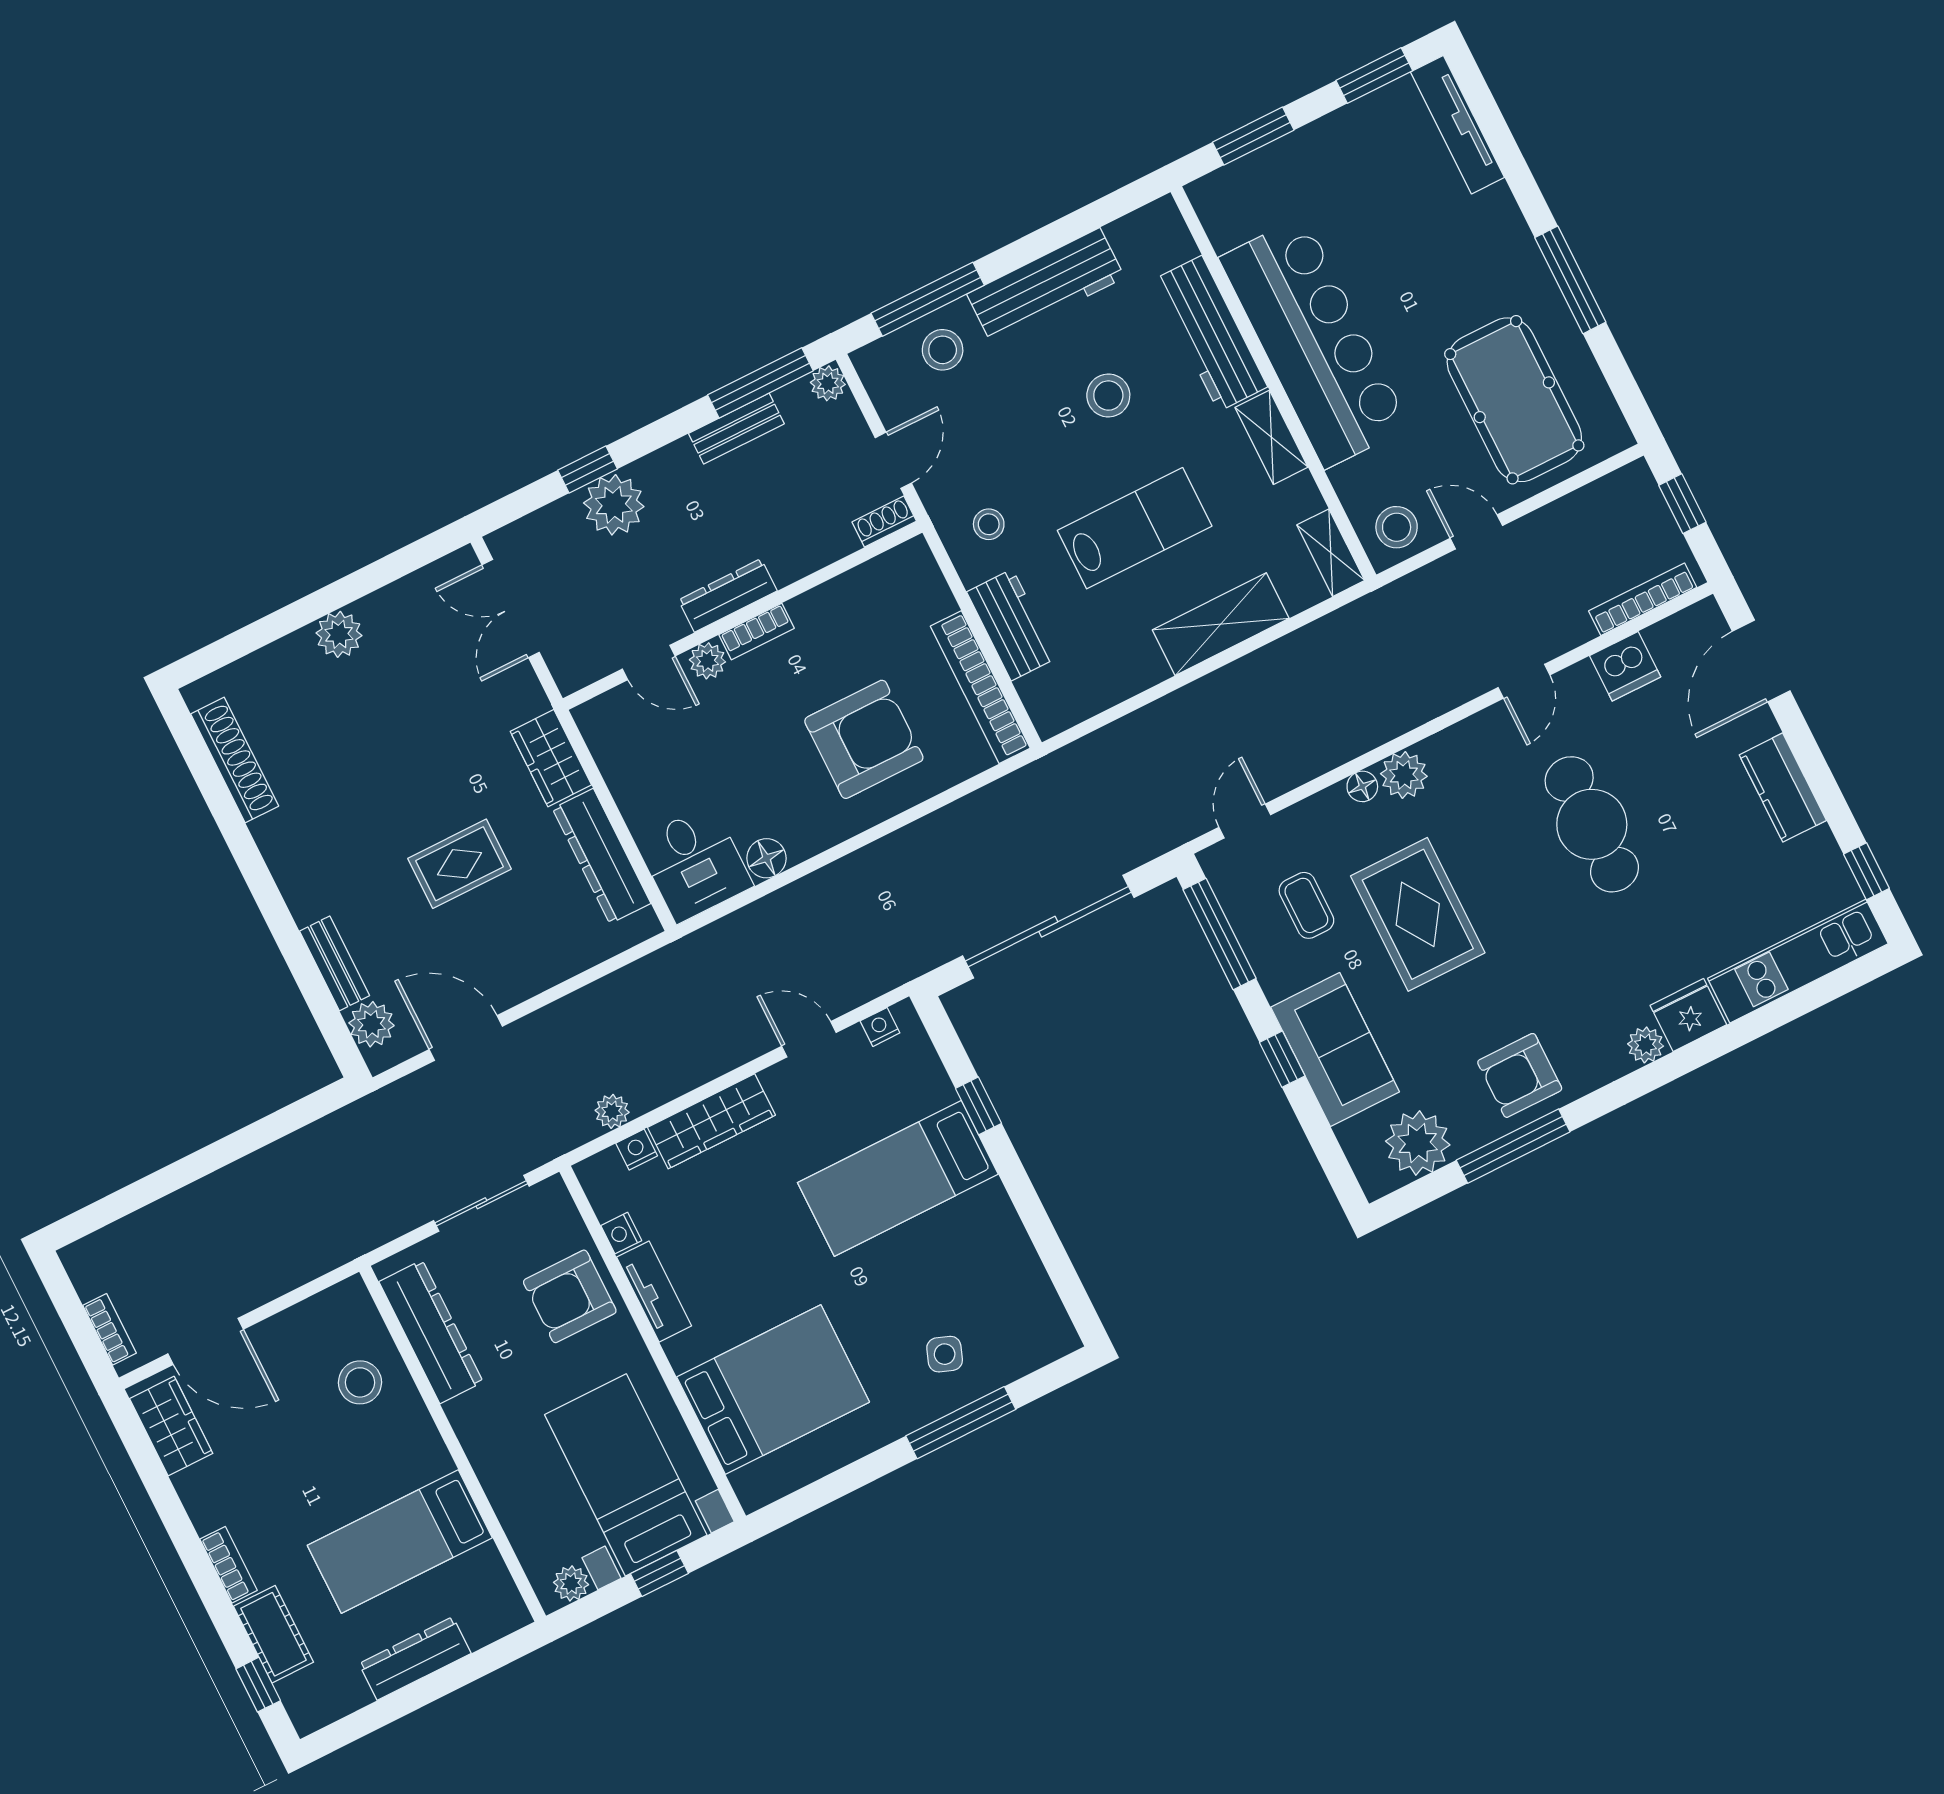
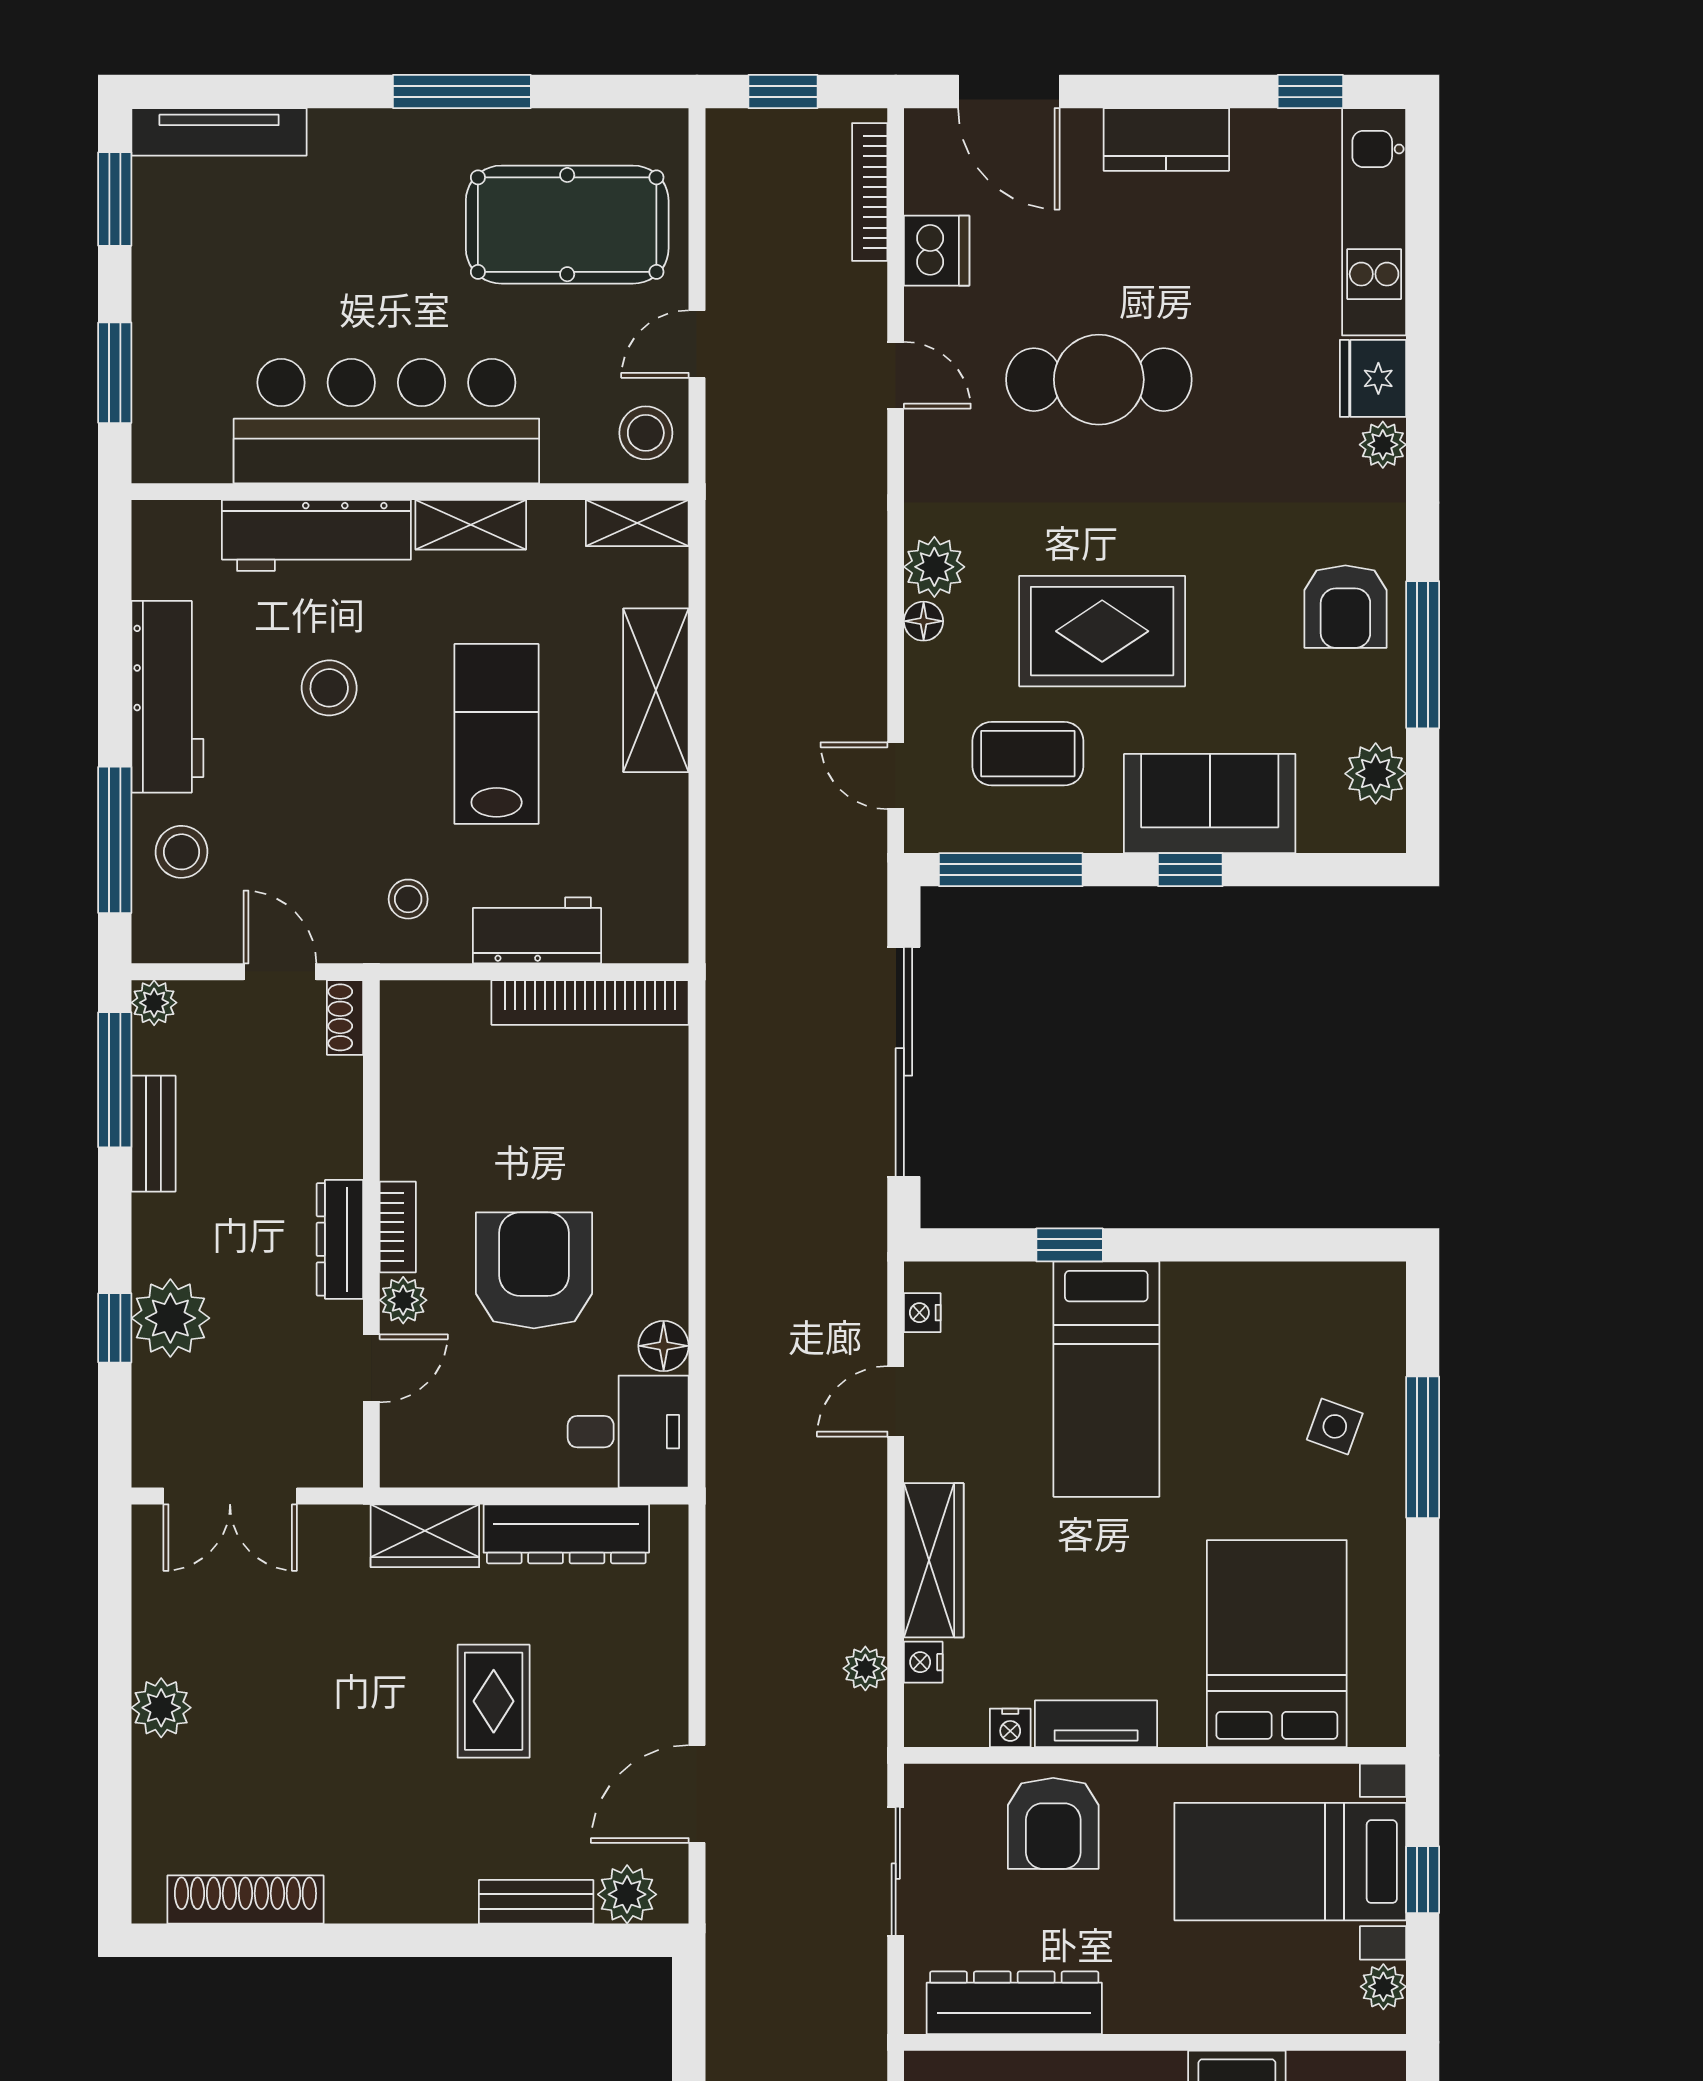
armchair: (864, 739) -> (534, 1270), moved
coffee table: (1306, 905) -> (1028, 754), width x1.36, depth x1.30
plant: (1418, 1143) -> (1376, 774), width x0.73, depth x0.73

